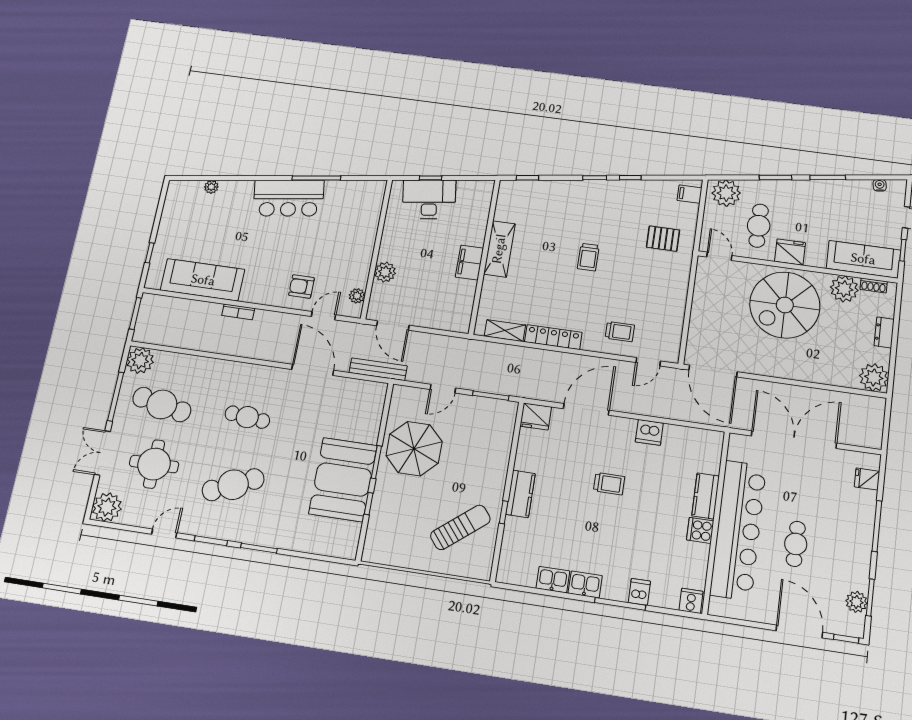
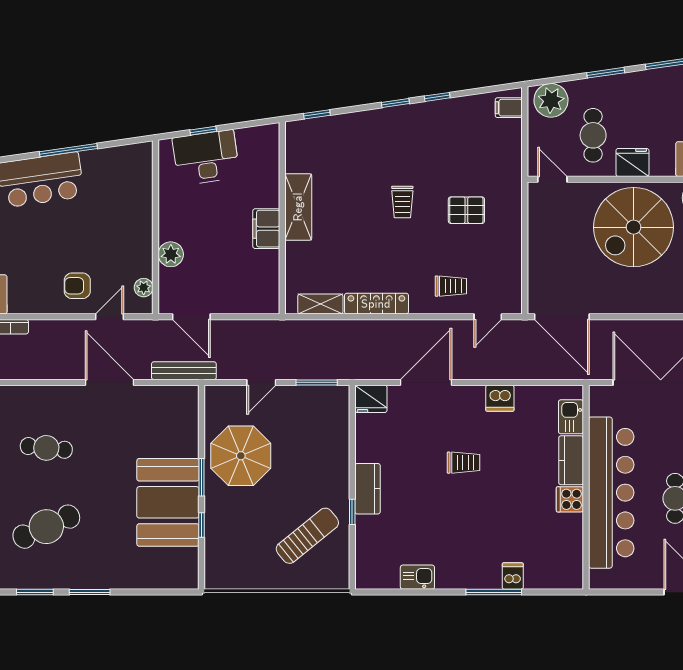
pallet: (663, 239) -> (466, 210), moved
kitchen sink: (585, 584) -> (571, 417), moved, turned -90
cooker: (691, 601) -> (570, 577), removed

